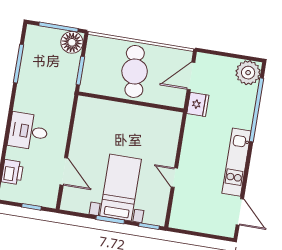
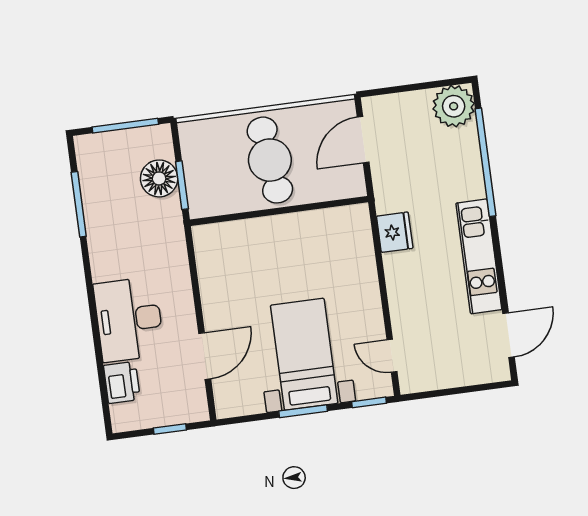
floor lamp: (72, 42) -> (159, 178), moved
fridge: (198, 104) -> (395, 232), moved
desk: (28, 131) -> (129, 319), width x1.37
door: (64, 171) -> (205, 356), hinge flipped
door: (174, 178) -> (392, 356), moved
door: (240, 212) -> (509, 335), hinge flipped

